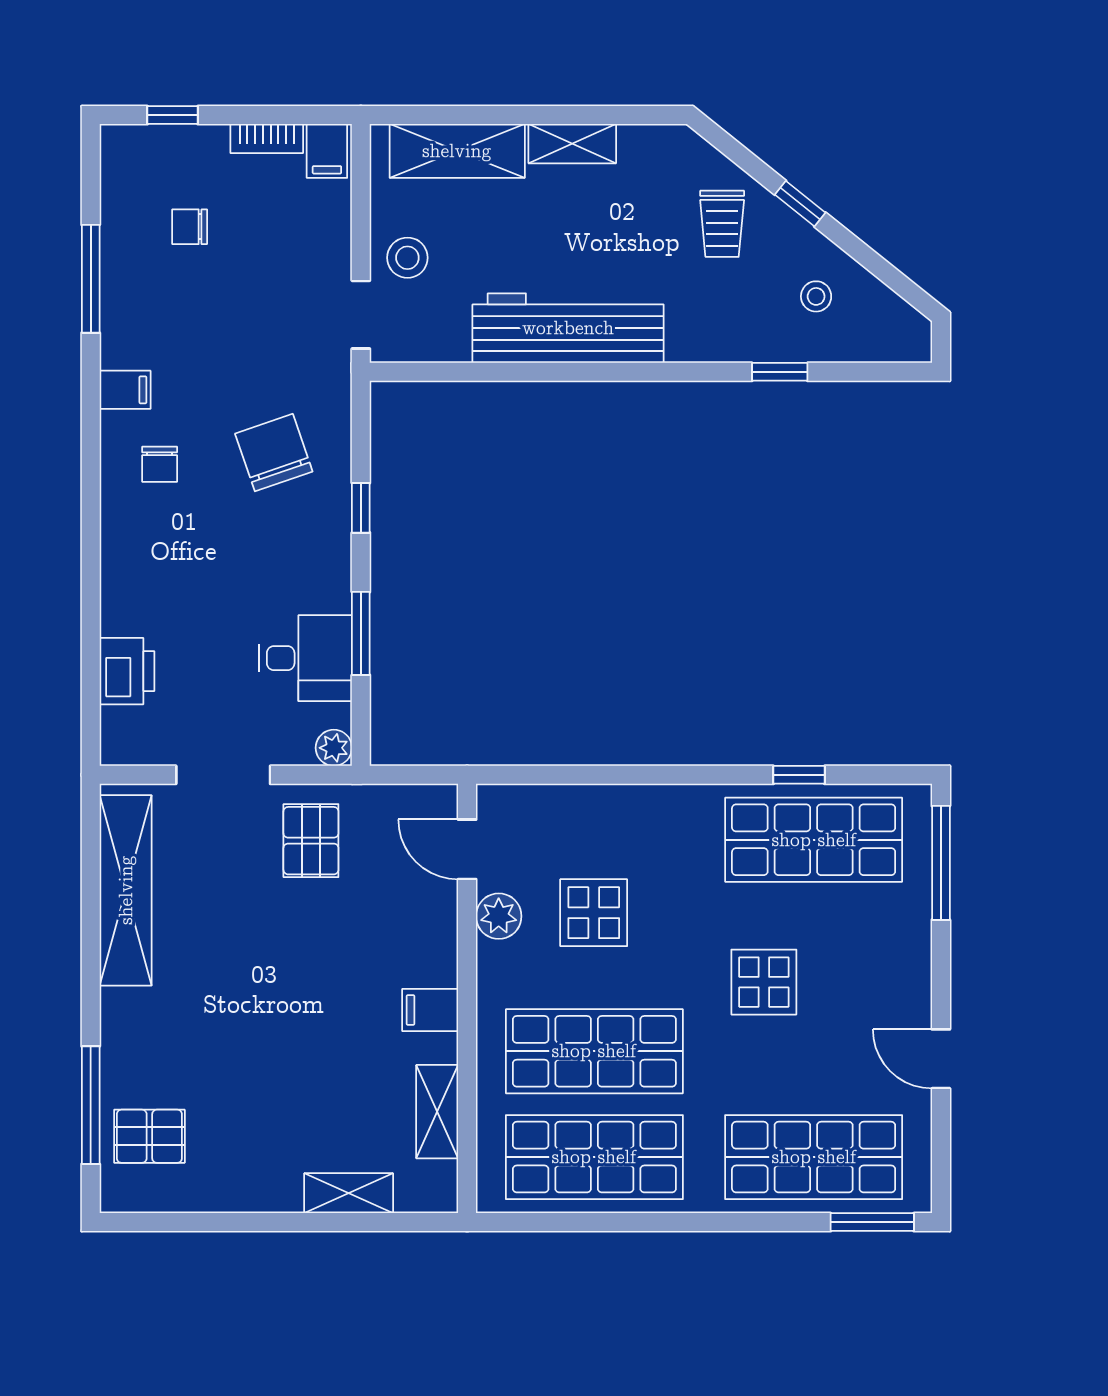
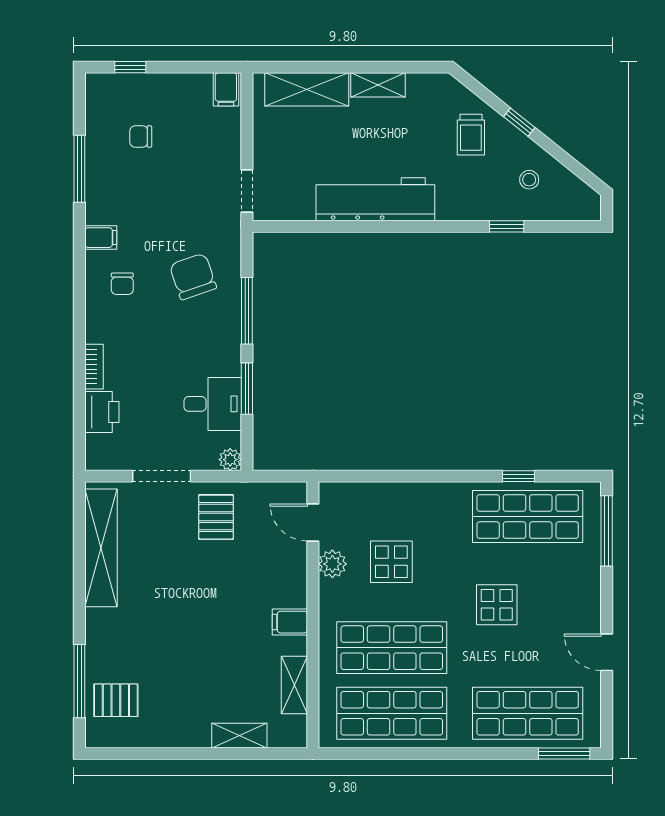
bookcase: (267, 138) -> (94, 367), moved, turned -90
stool: (407, 258) -> (276, 156), removed
window: (361, 508) -> (247, 311), width x2.17

